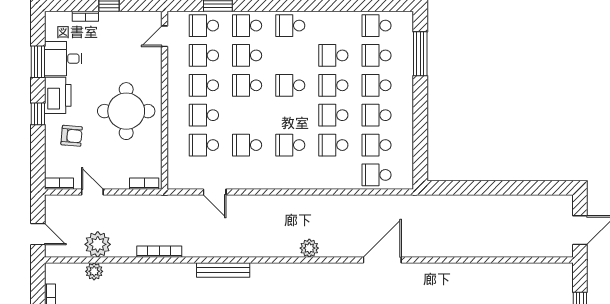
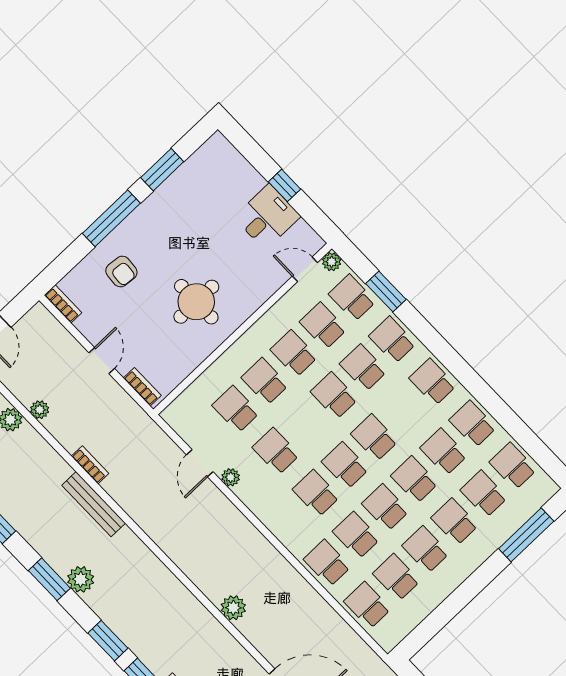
bookcase: (85, 16) -> (251, 174), removed
plant: (174, 18) -> (332, 262), added
school desk: (333, 26) -> (473, 424), added
desk: (63, 59) -> (267, 217), moved, turned 90
printer: (58, 95) -> (148, 220), removed
round table: (126, 111) -> (196, 302), width x0.73, depth x0.73
window: (38, 114) -> (111, 218), width x2.17
school desk: (290, 115) -> (345, 465), added
school desk: (333, 175) -> (327, 563), added
plant: (238, 183) -> (231, 477), added
door: (92, 192) -> (102, 361), moved
plant: (98, 244) -> (40, 410), width x0.53, depth x0.53
bookcase: (159, 252) -> (90, 465), width x0.64
bench: (223, 270) -> (94, 504), moved

